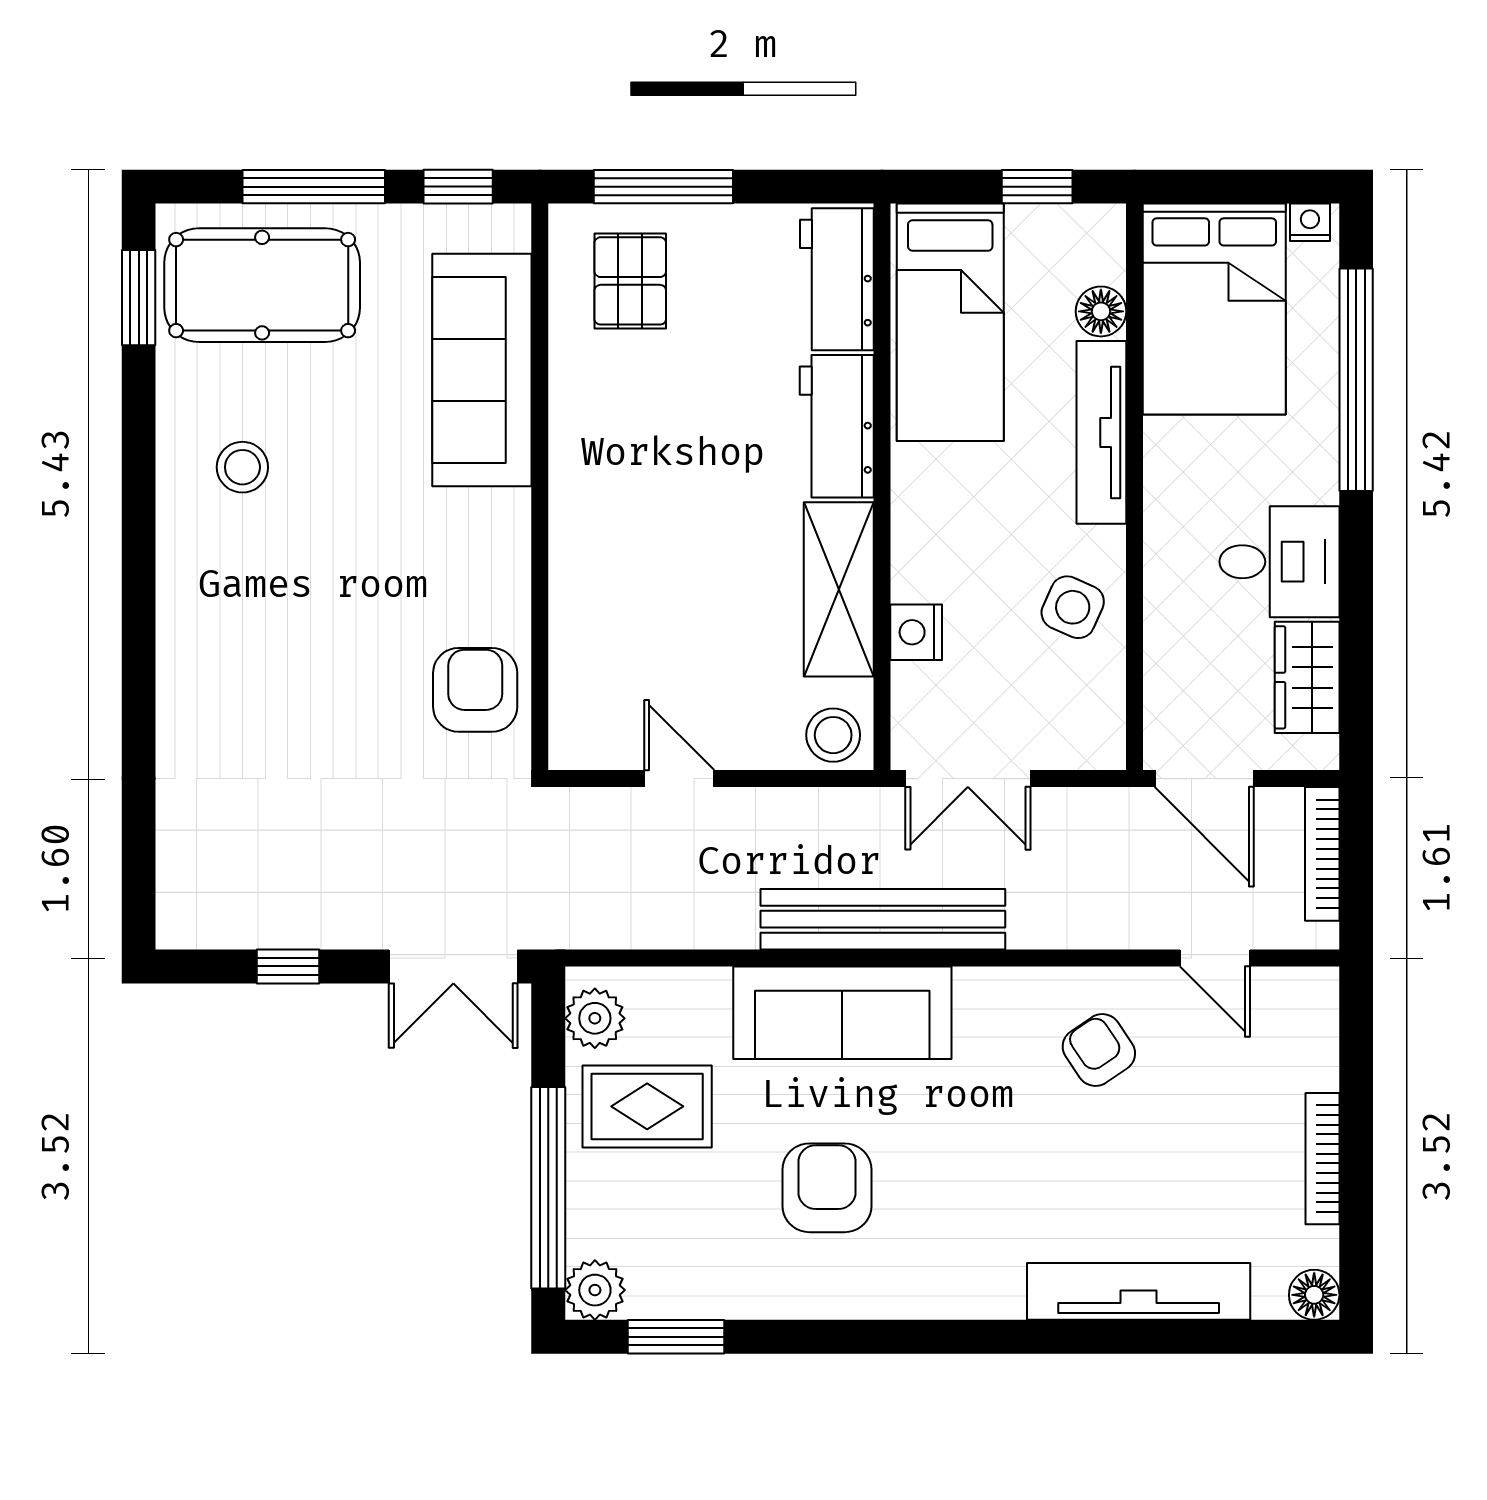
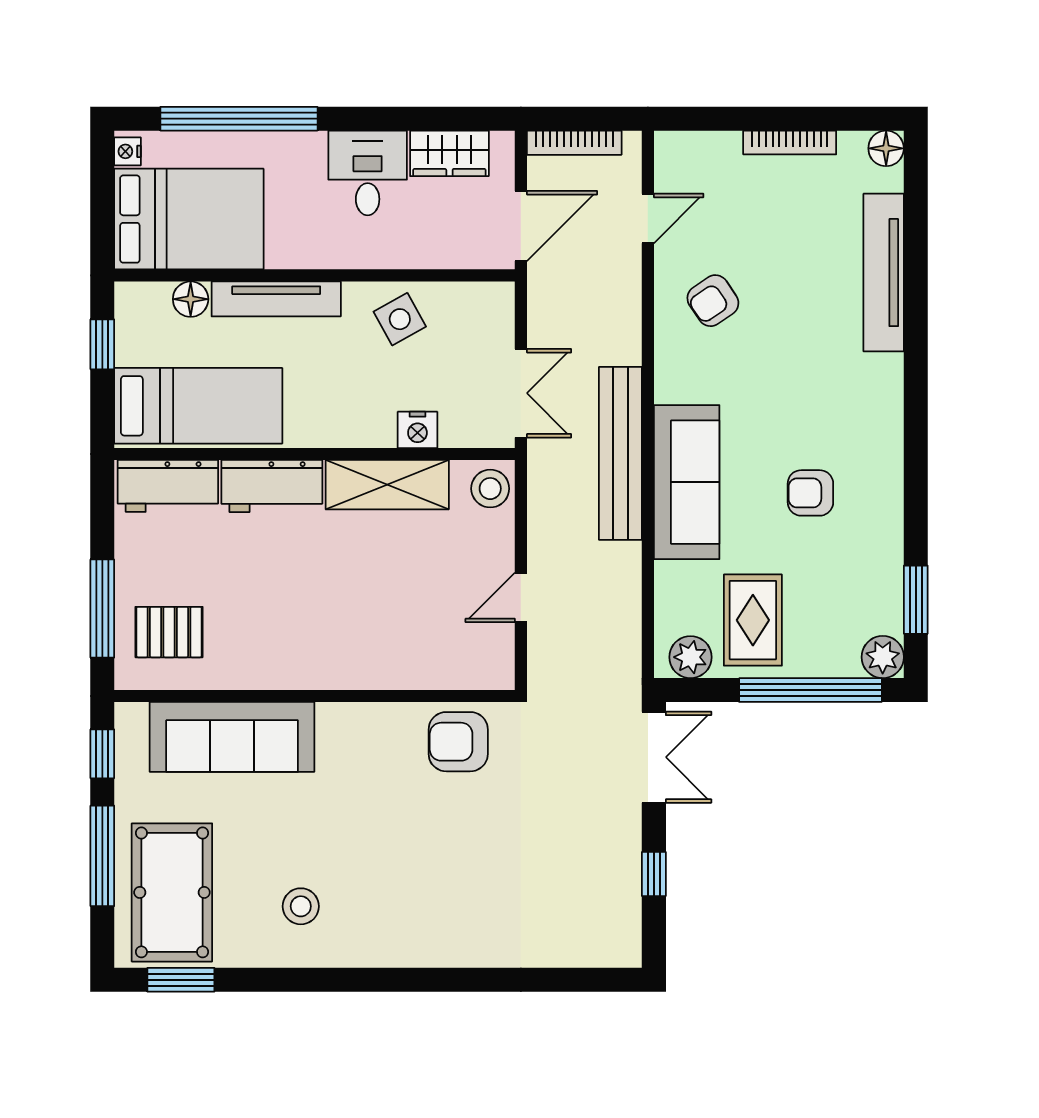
side table: (1073, 607) -> (400, 319), turned 37
armchair: (827, 1188) -> (810, 493), width x0.72, depth x0.72

